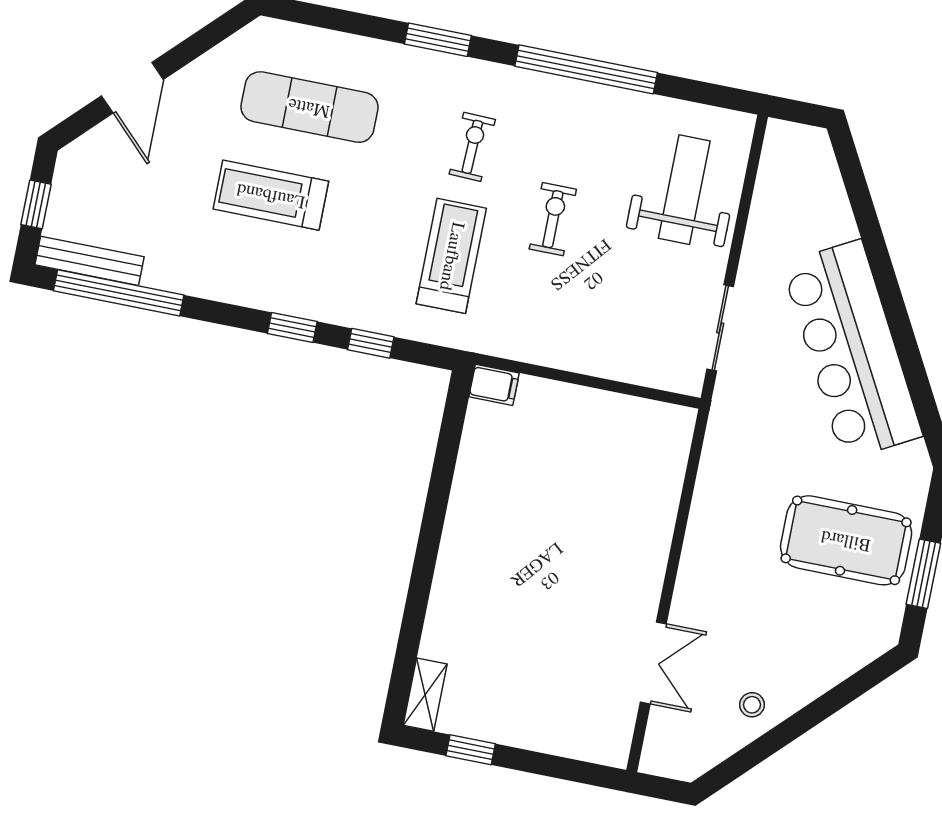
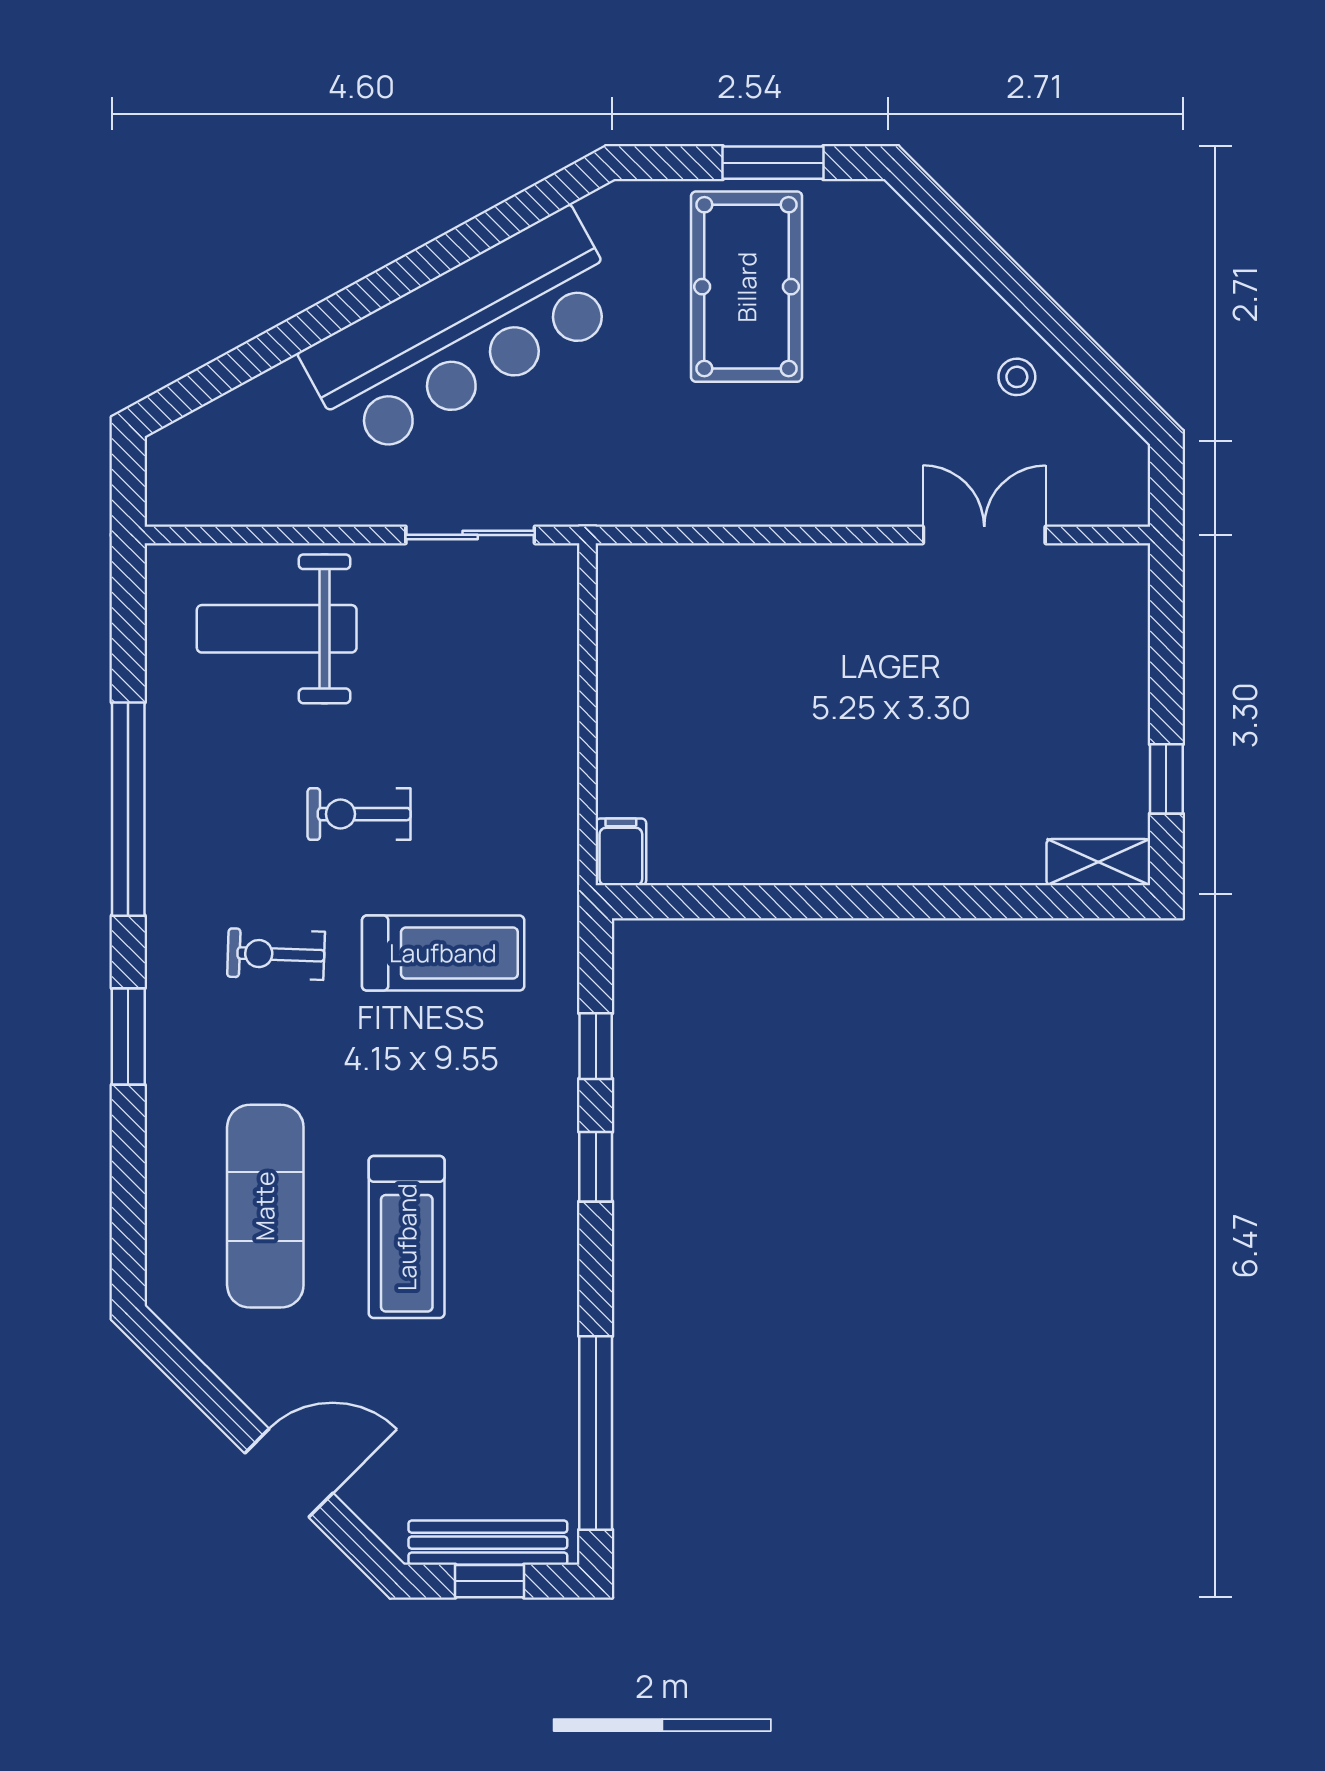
treadmill: (451, 256) -> (443, 953), turned 180
bench: (89, 261) -> (488, 1543), moved, turned 90

